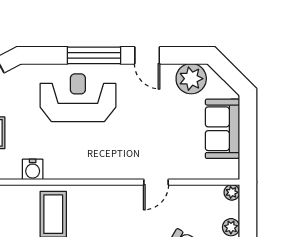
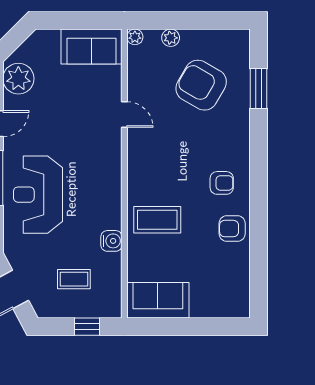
sofa: (222, 129) -> (91, 47), moved

